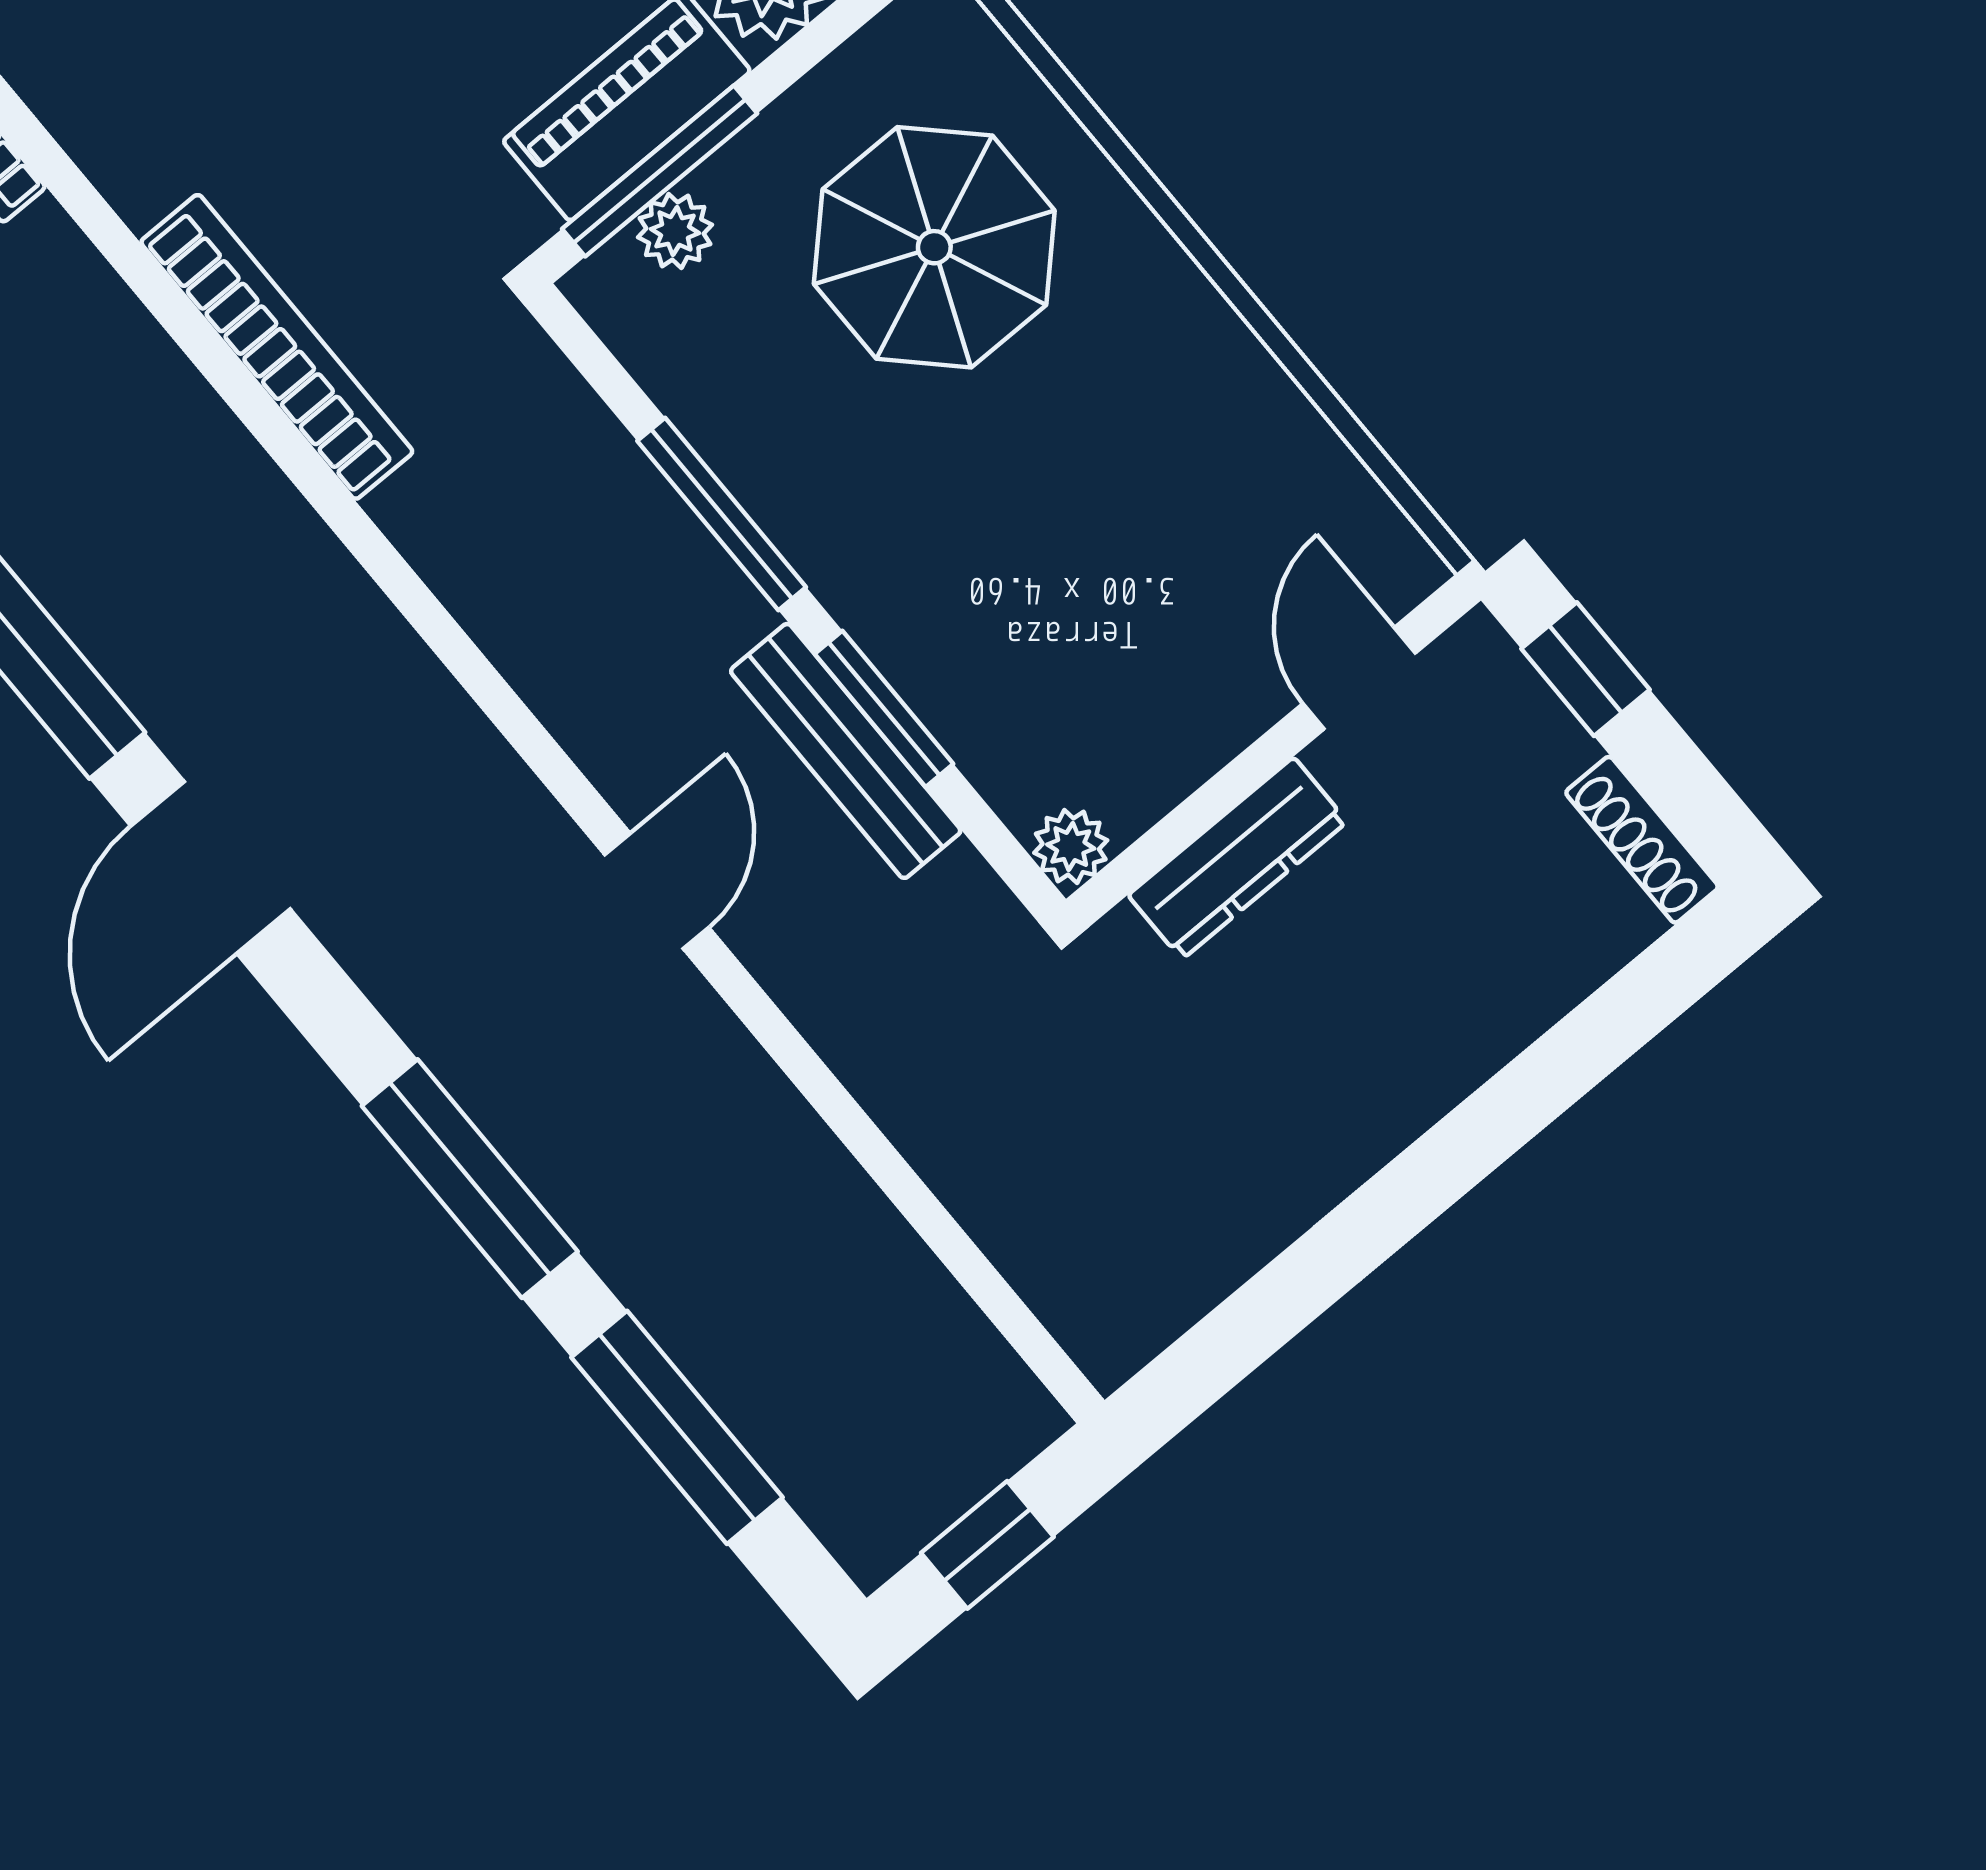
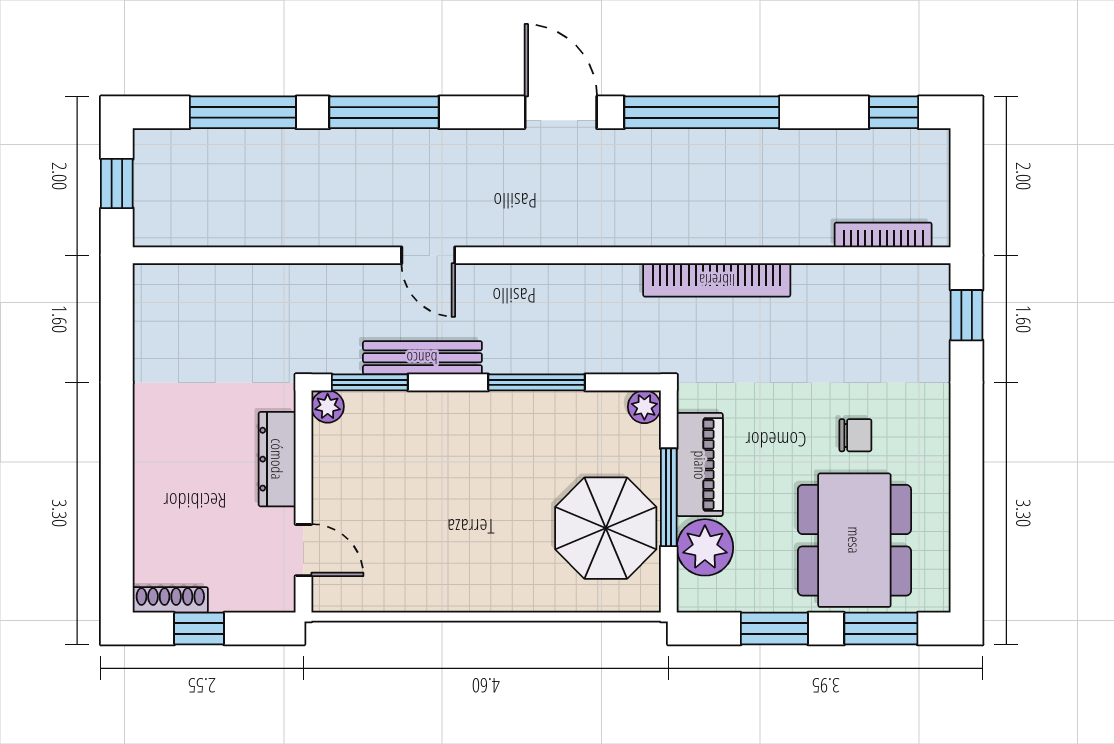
window: (660, 171) -> (669, 497), moved
plant: (675, 231) -> (644, 407), moved
parasol: (934, 247) -> (606, 528), moved
window: (1585, 669) -> (199, 629), moved
window: (884, 709) -> (370, 382), moved

